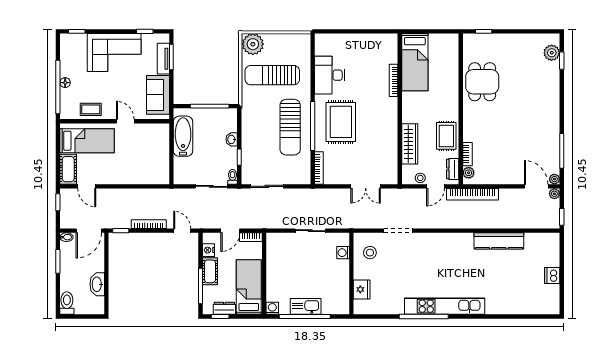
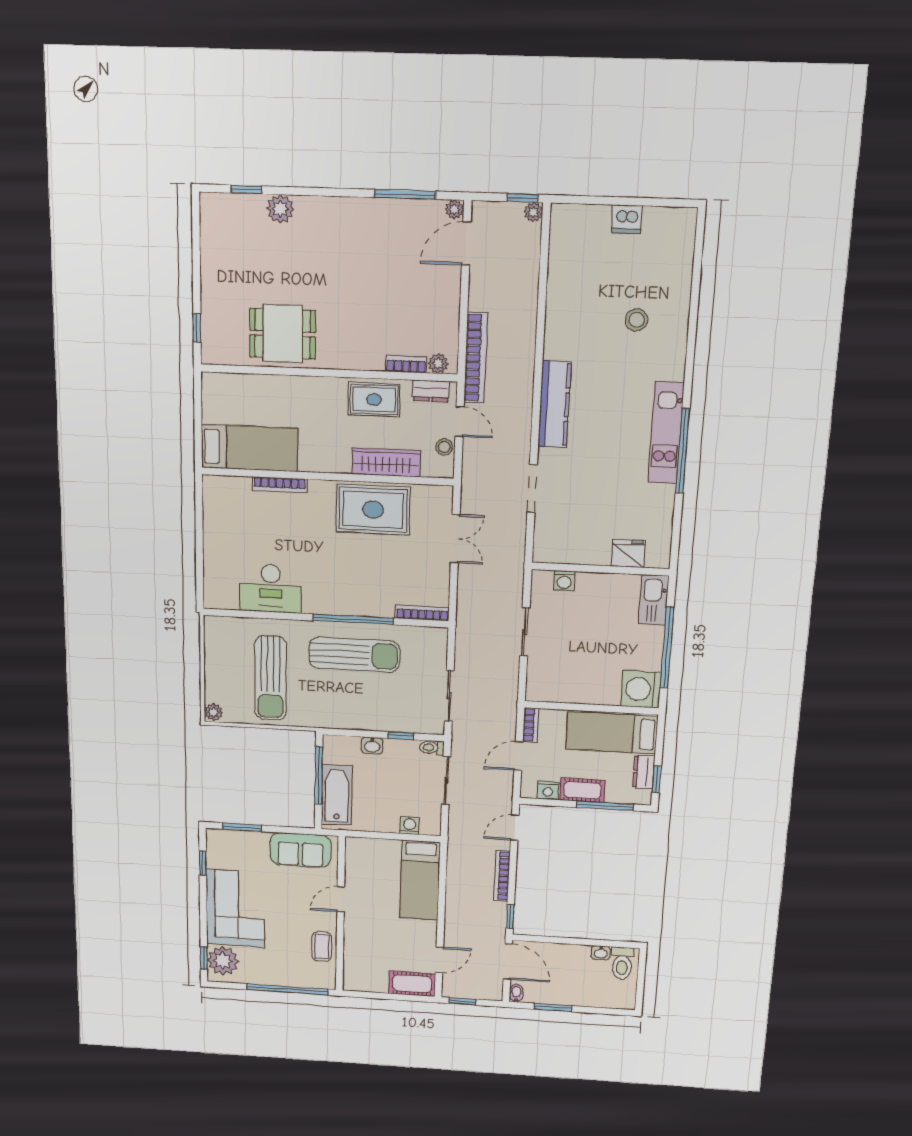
plant: (76, 44) -> (223, 961), added
plant: (253, 44) -> (213, 712), width x0.53, depth x0.53
plant: (552, 53) -> (280, 209), moved
tv unit: (163, 59) -> (245, 839), removed
floor lamp: (65, 83) -> (281, 979), removed
rug: (341, 122) -> (373, 510), moved
bathtub: (183, 136) -> (337, 795), moved, turned 90
bed: (87, 141) -> (420, 880), moved, turned 180
washing machine: (179, 164) -> (410, 826), added
plant: (554, 194) -> (533, 212), moved
door: (230, 231) -> (518, 756), swing flipped
kitchen counter: (499, 241) -> (554, 404), moved
stool: (370, 253) -> (637, 320), moved
washbasin: (97, 284) -> (601, 953), width x0.52, depth x0.69
toilet: (67, 303) -> (622, 963), moved, turned -90
kitchen sink: (306, 306) -> (654, 600), moved
kitchen unit: (445, 306) -> (666, 433), width x0.73
washing machine: (272, 308) -> (641, 689), width x1.89, depth x1.89

